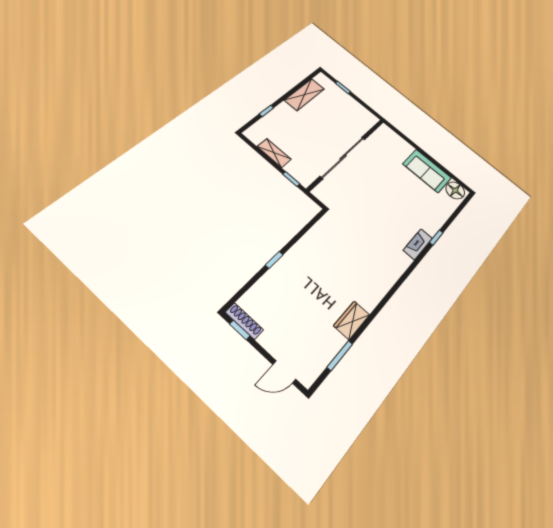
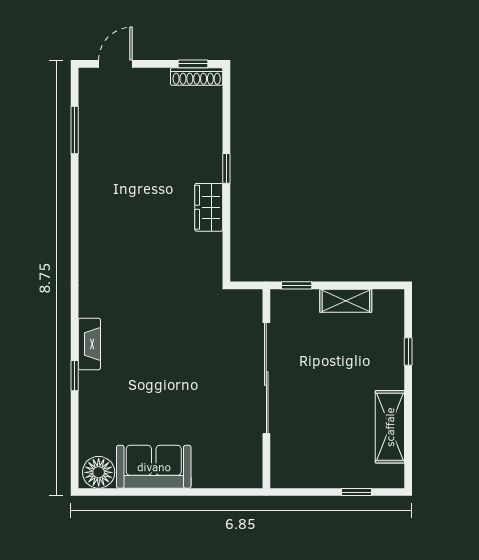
wardrobe: (352, 320) -> (209, 207), moved, turned 180

